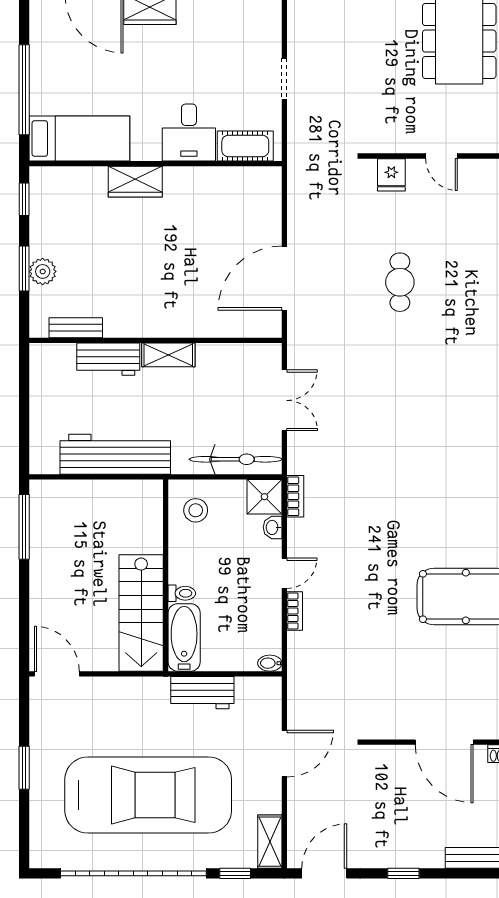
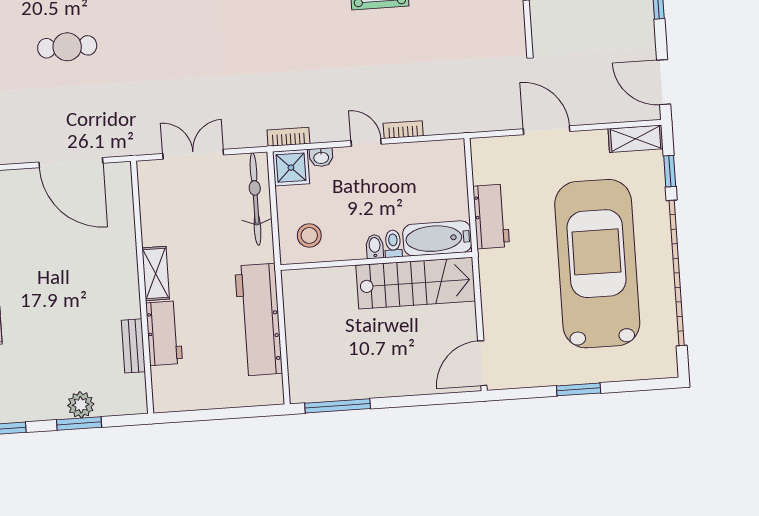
bench: (76, 328) -> (133, 346), moved
bidet: (270, 663) -> (375, 247), moved, turned 180

